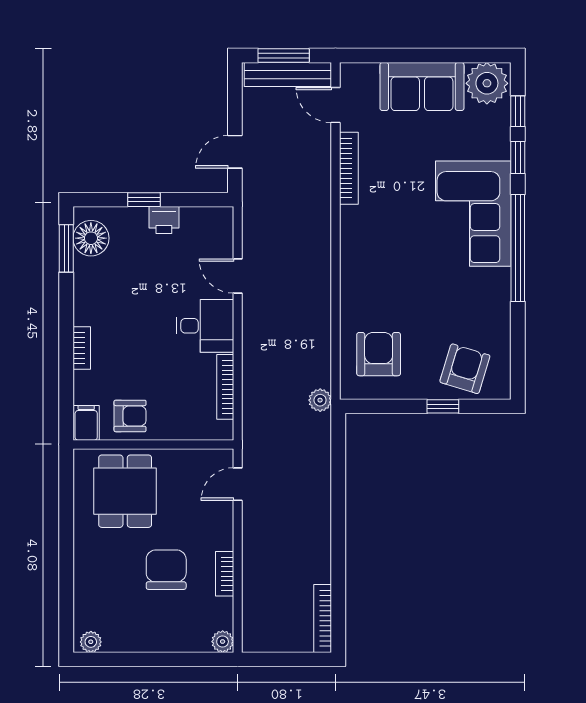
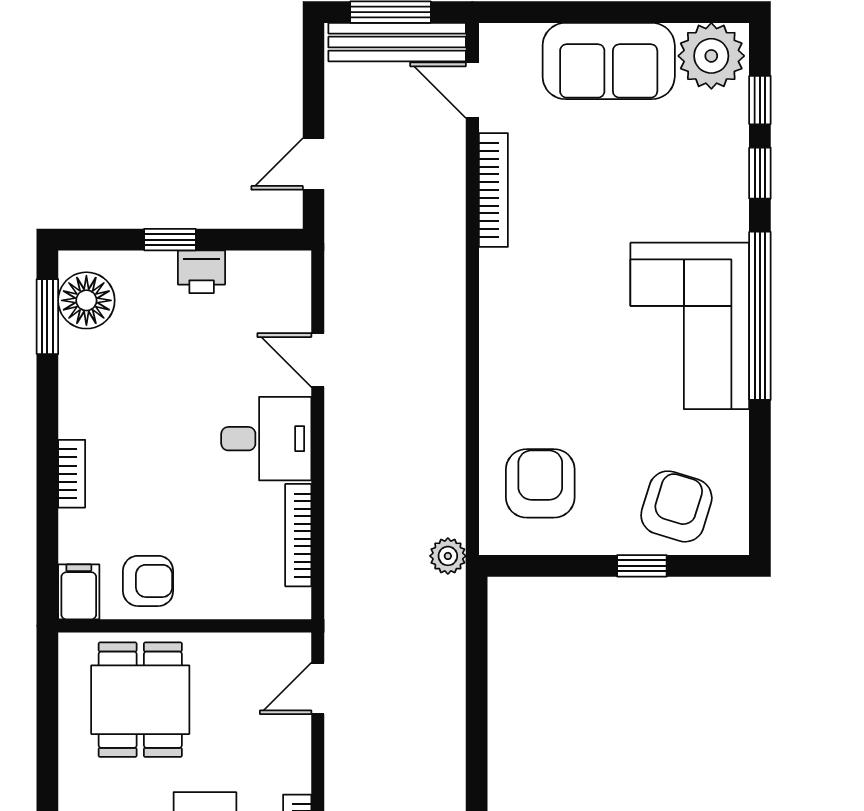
corner sofa: (473, 214) -> (690, 326), moved

